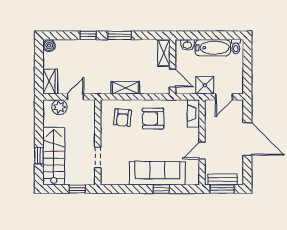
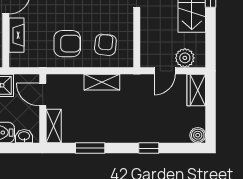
window: (119, 35) -> (90, 148), moved
fireplace: (193, 113) -> (16, 35), moved

